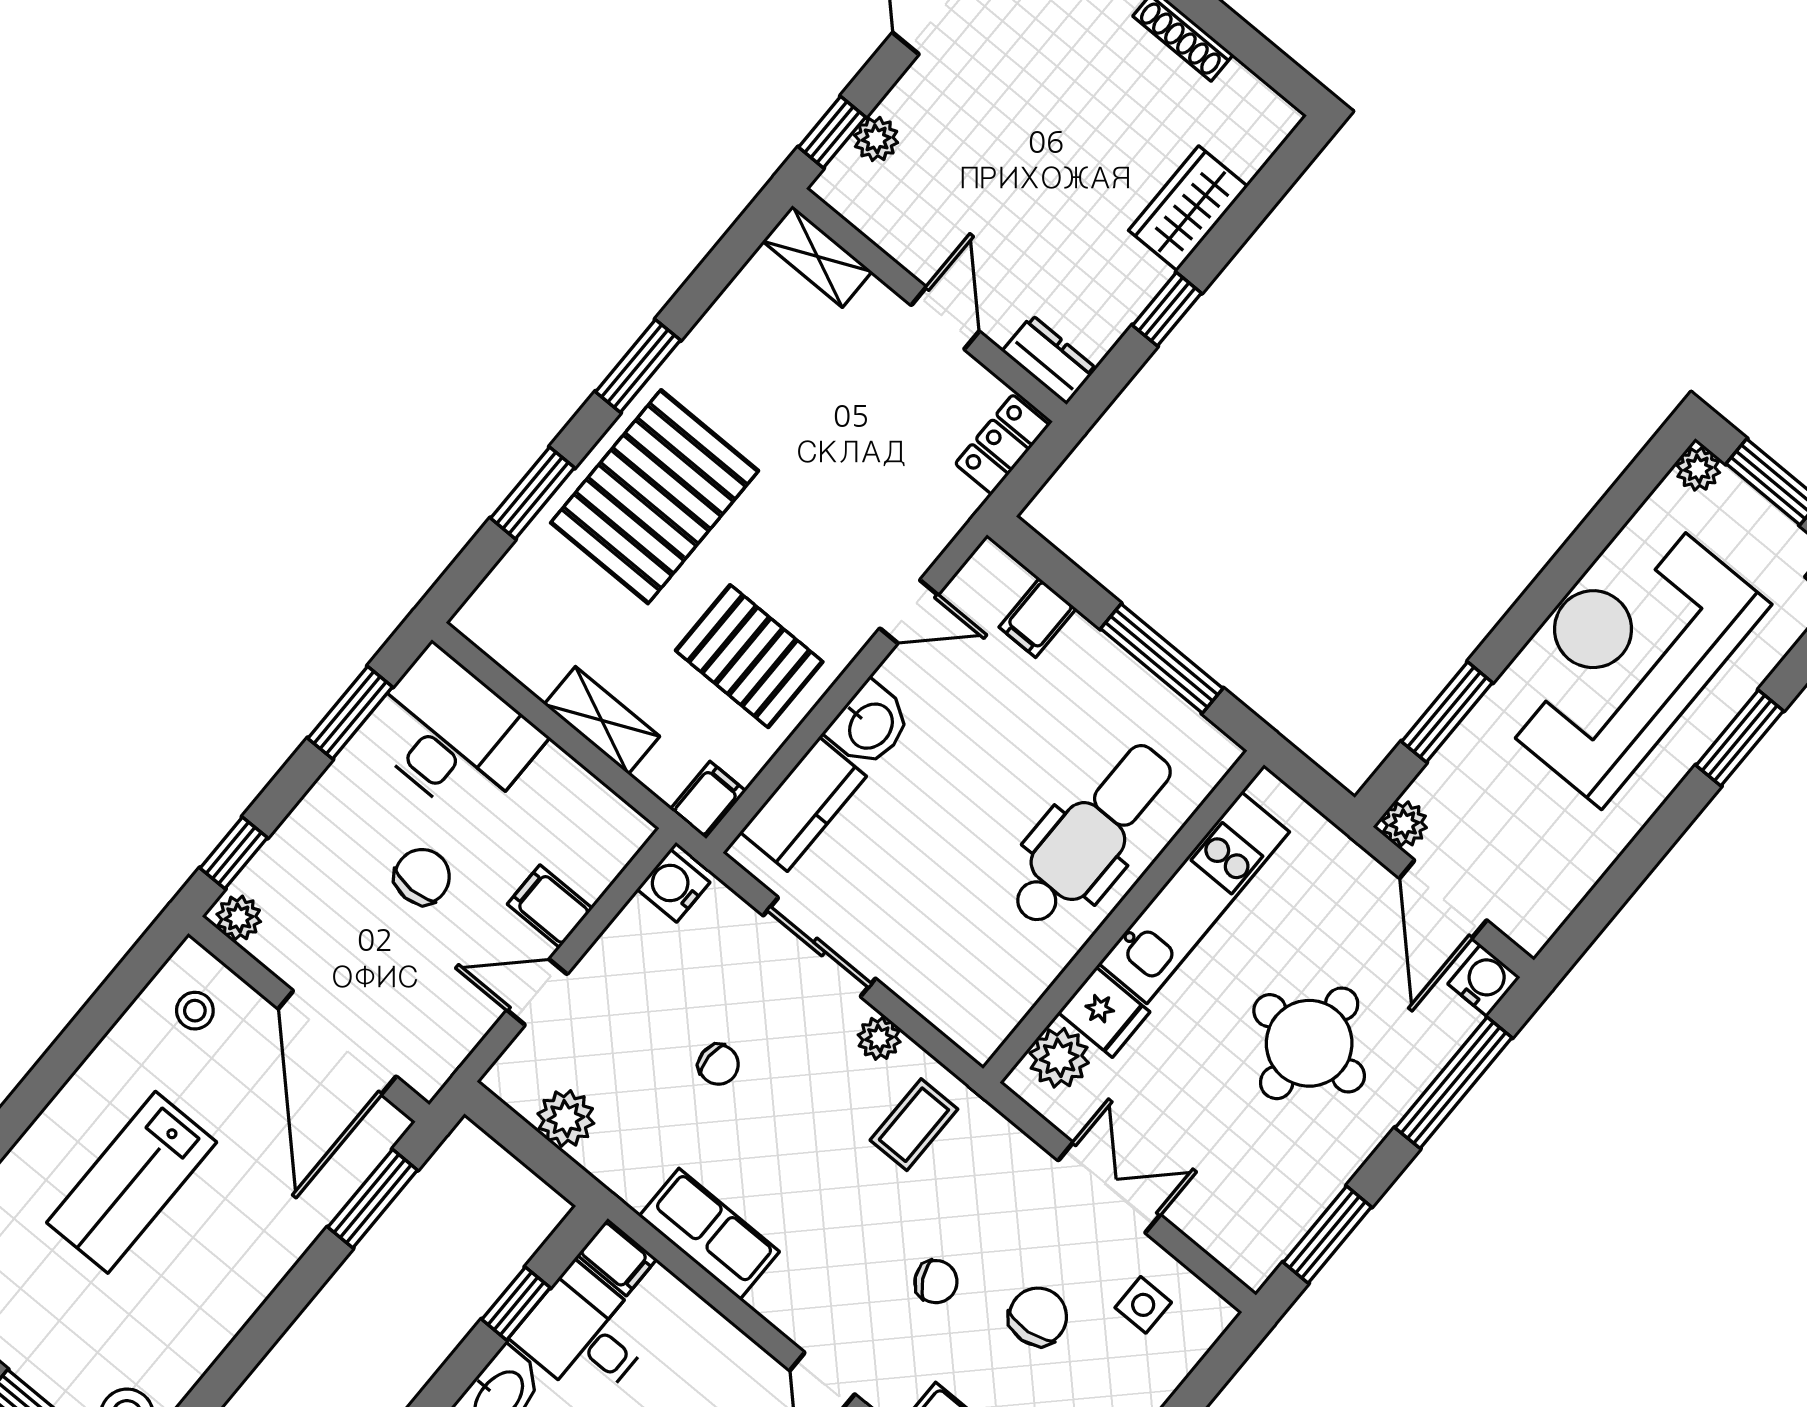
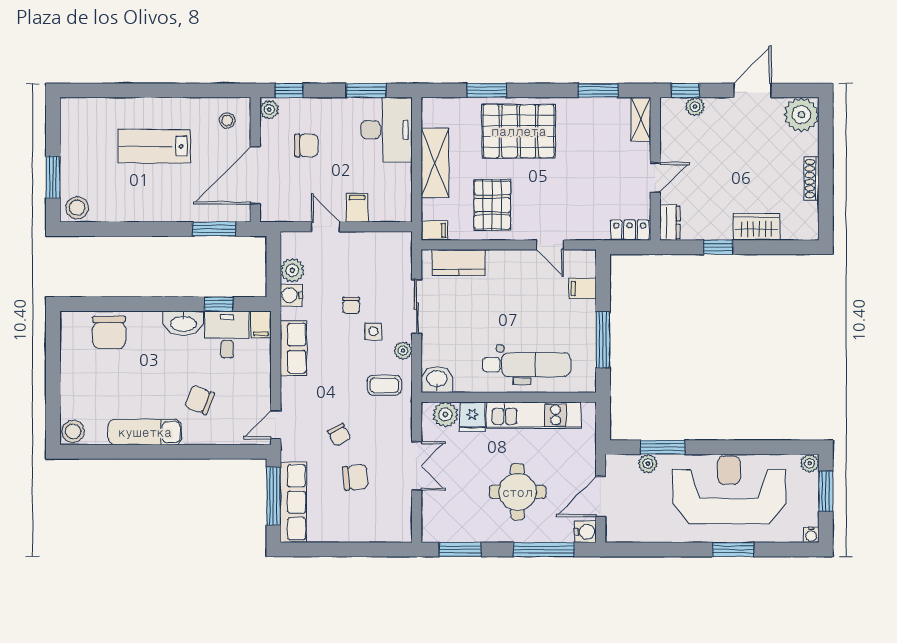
window: (638, 366) -> (598, 90), moved
shelving: (602, 720) -> (435, 163), width x1.50, depth x1.33
washbasin: (870, 725) -> (437, 379), moved, turned 180
plant: (1404, 824) -> (648, 464), moved
chair: (422, 877) -> (307, 145), moved
water cooler: (673, 886) -> (291, 295), moved, turned -90
side table: (1143, 1305) -> (373, 331), moved

